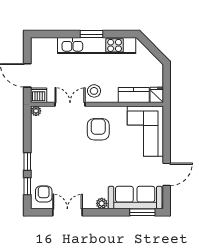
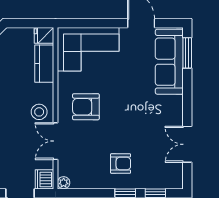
armchair: (44, 194) -> (121, 164), moved, turned 180
plant: (102, 203) -> (176, 102), removed

